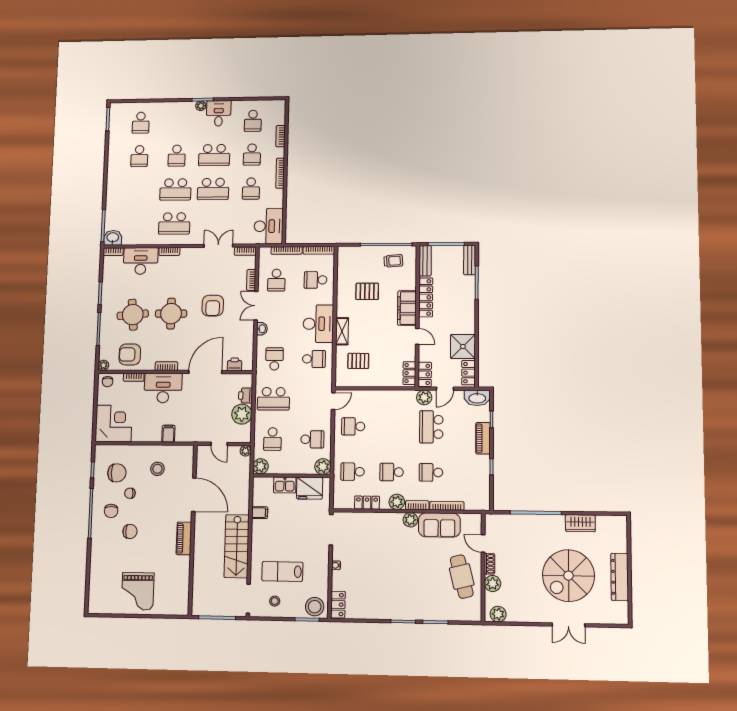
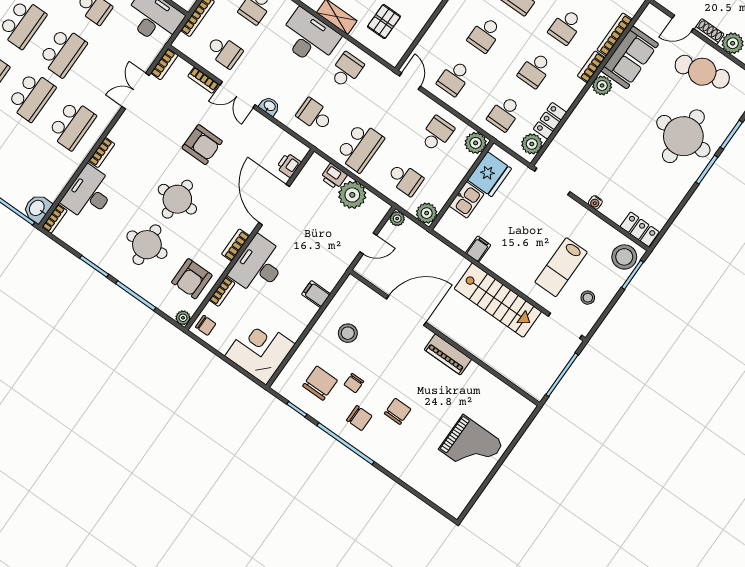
school desk: (392, 427) -> (485, 35), added
plant: (397, 502) -> (532, 144), moved
round table: (414, 592) -> (683, 136), added

